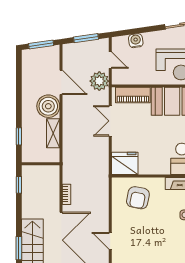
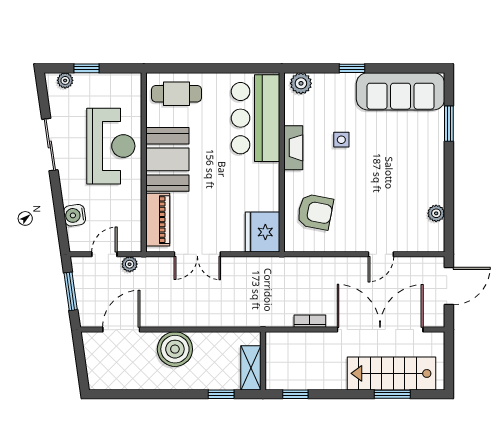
window: (41, 45) -> (80, 360), removed
plant: (99, 81) -> (130, 264), width x0.53, depth x0.53
door: (61, 82) -> (121, 330), moved
shelving: (53, 133) -> (251, 368), moved, turned 90

